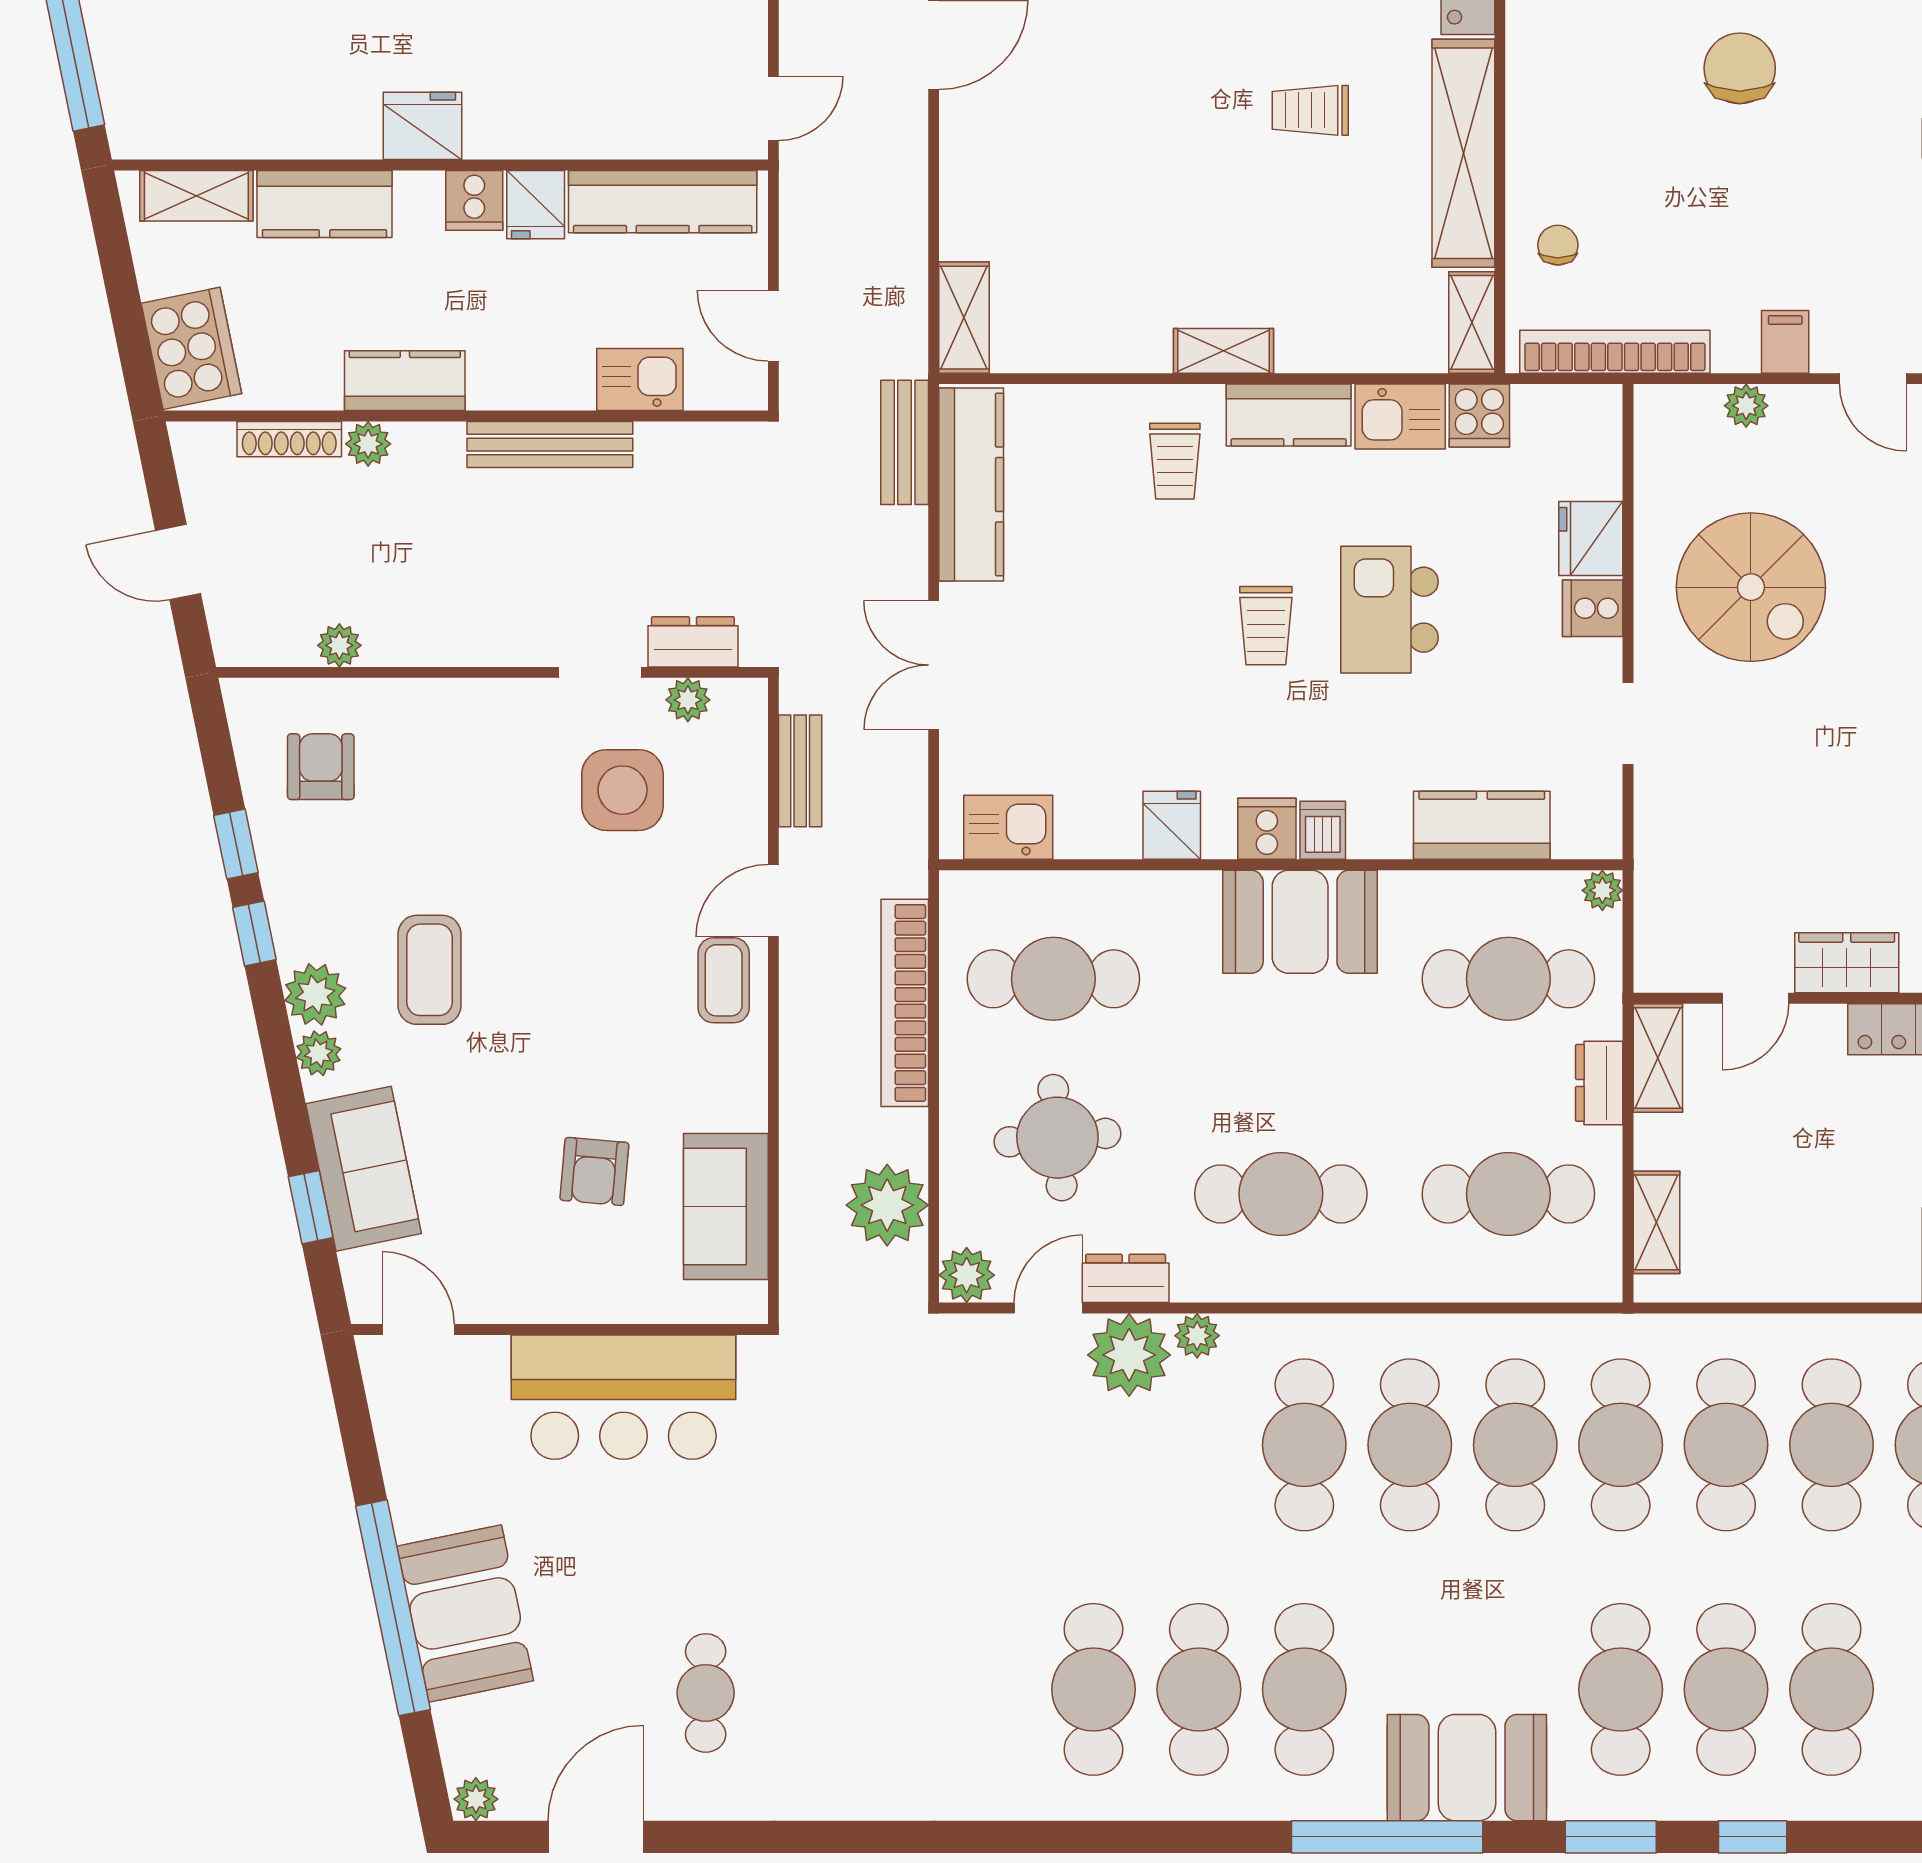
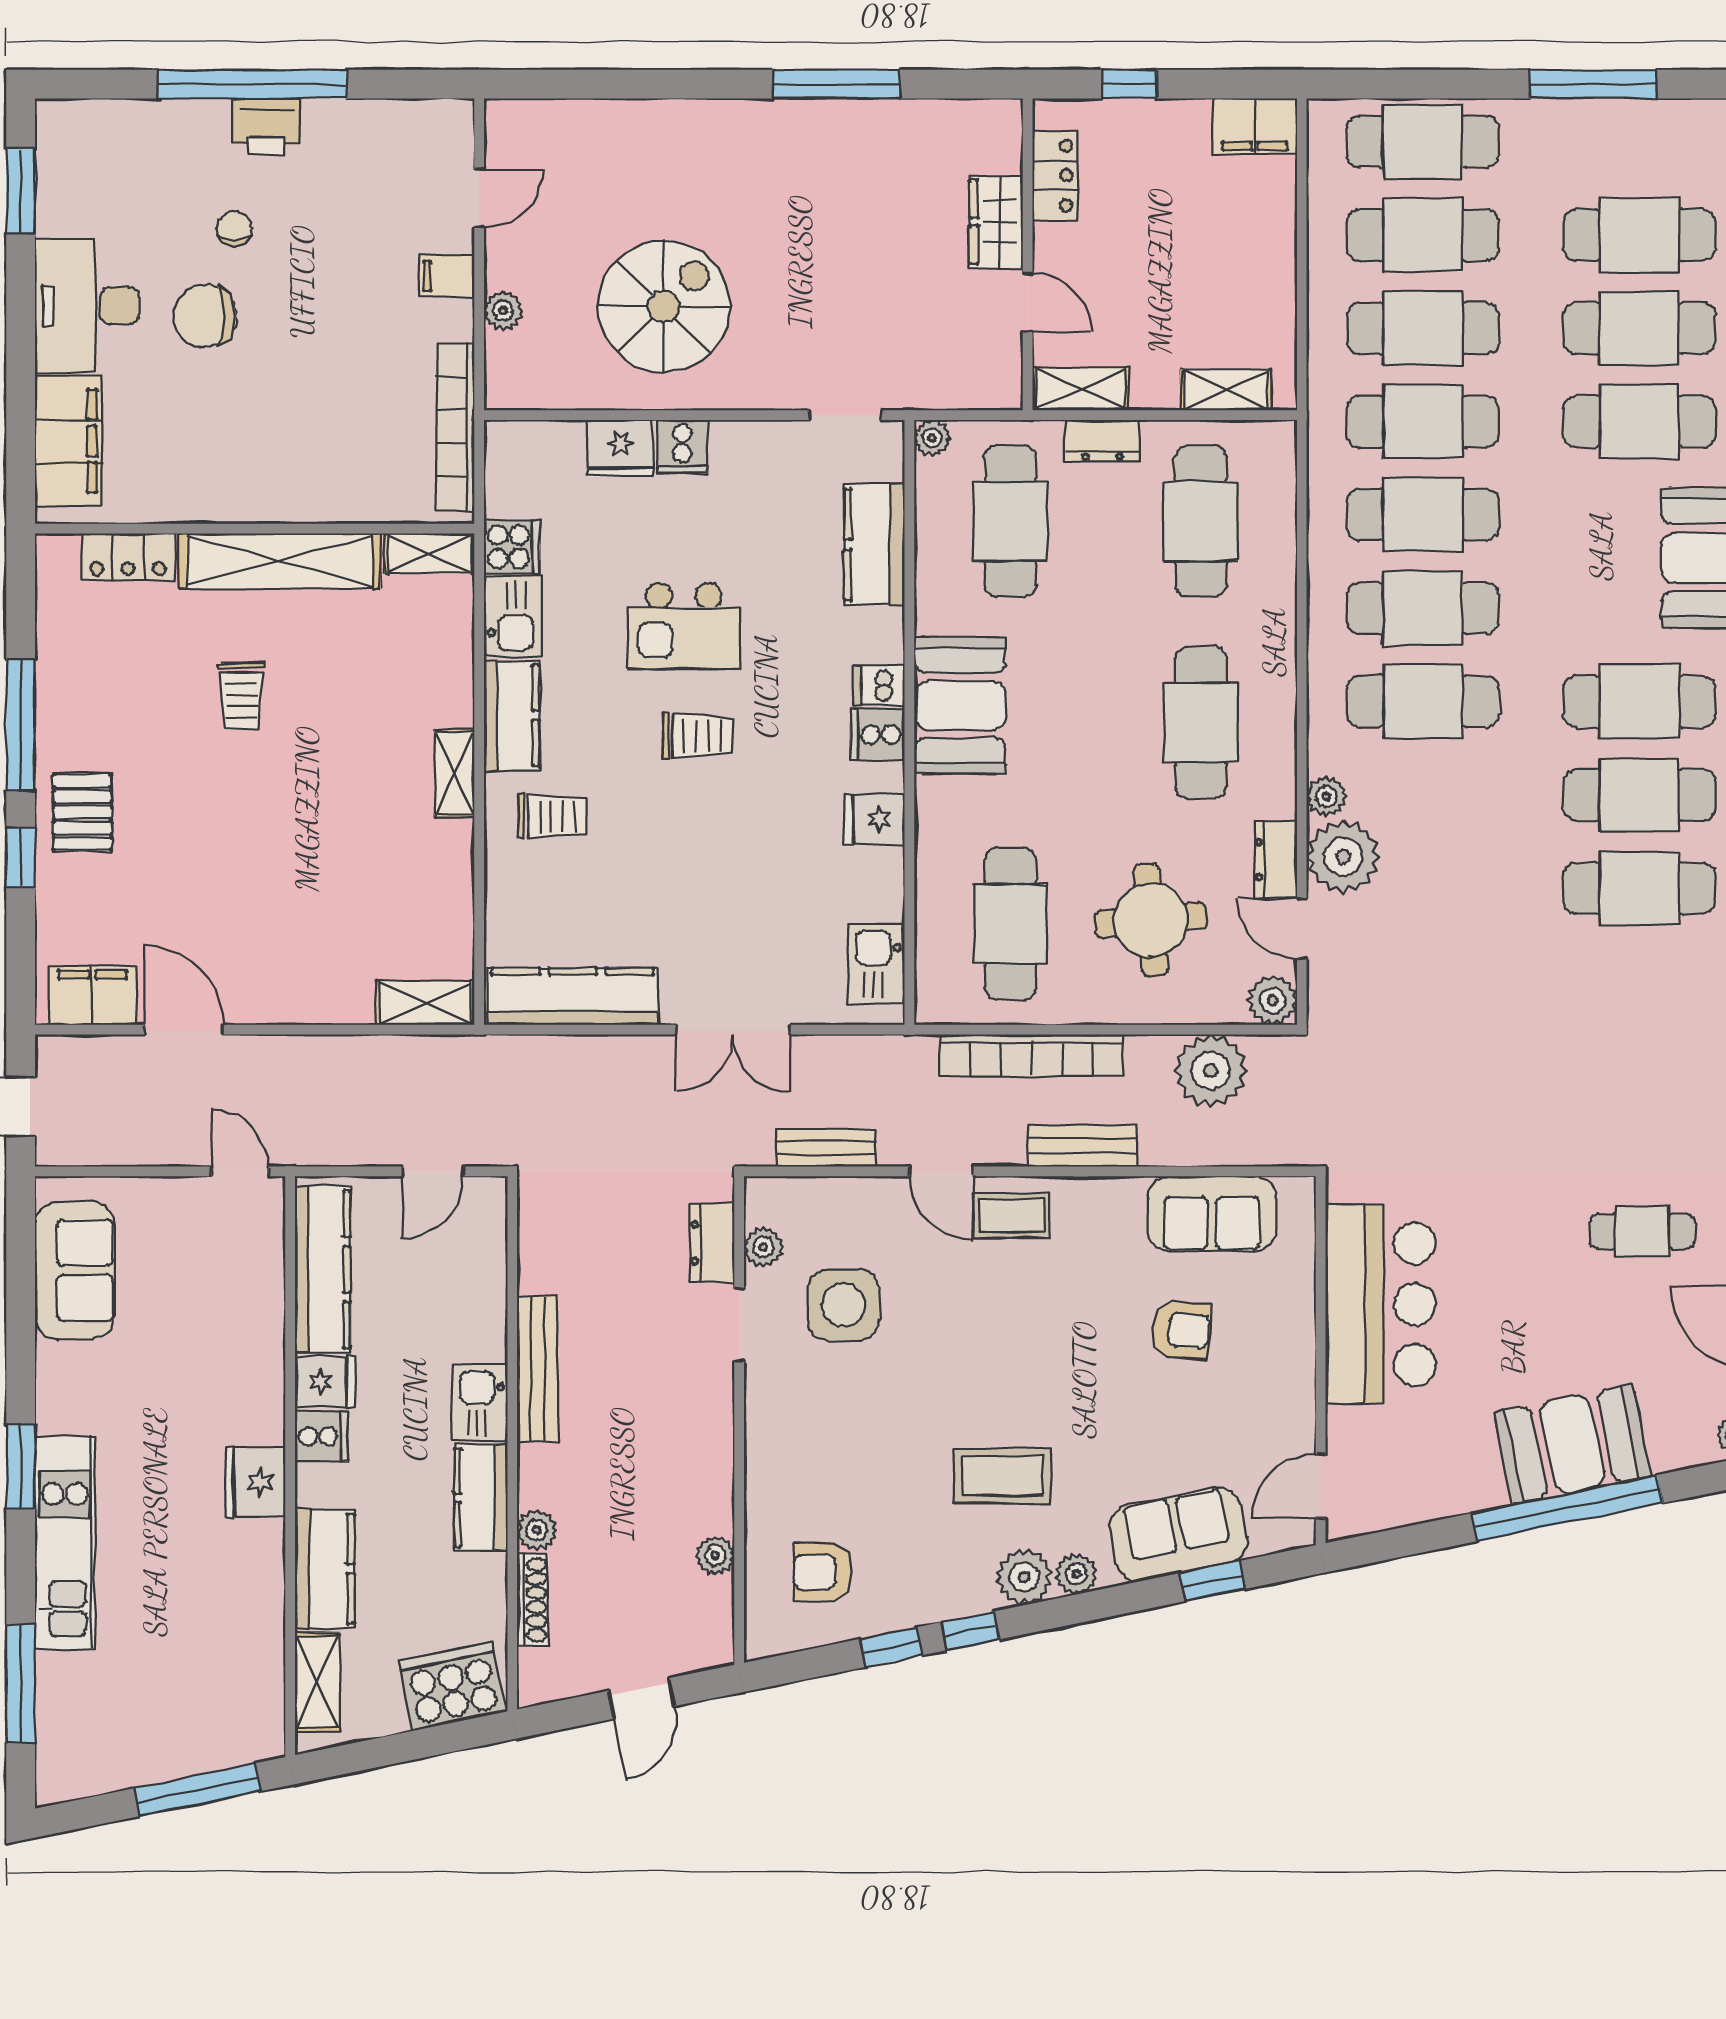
chair: (1558, 245) -> (234, 229), moved, turned 90
kitchen sink: (640, 380) -> (480, 1403), moved
bench: (905, 442) -> (1082, 1146), moved
doorway: (1628, 724) -> (845, 415), moved

